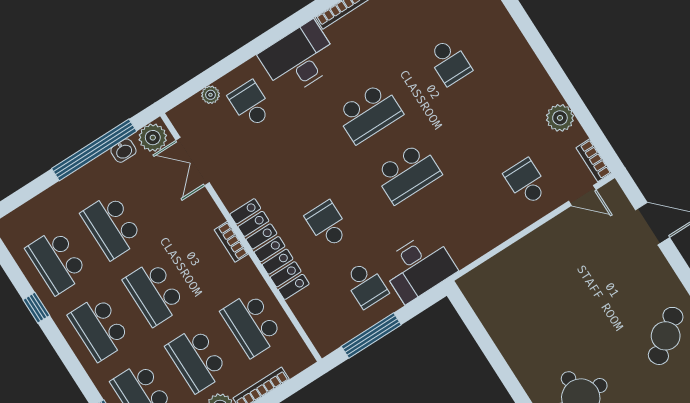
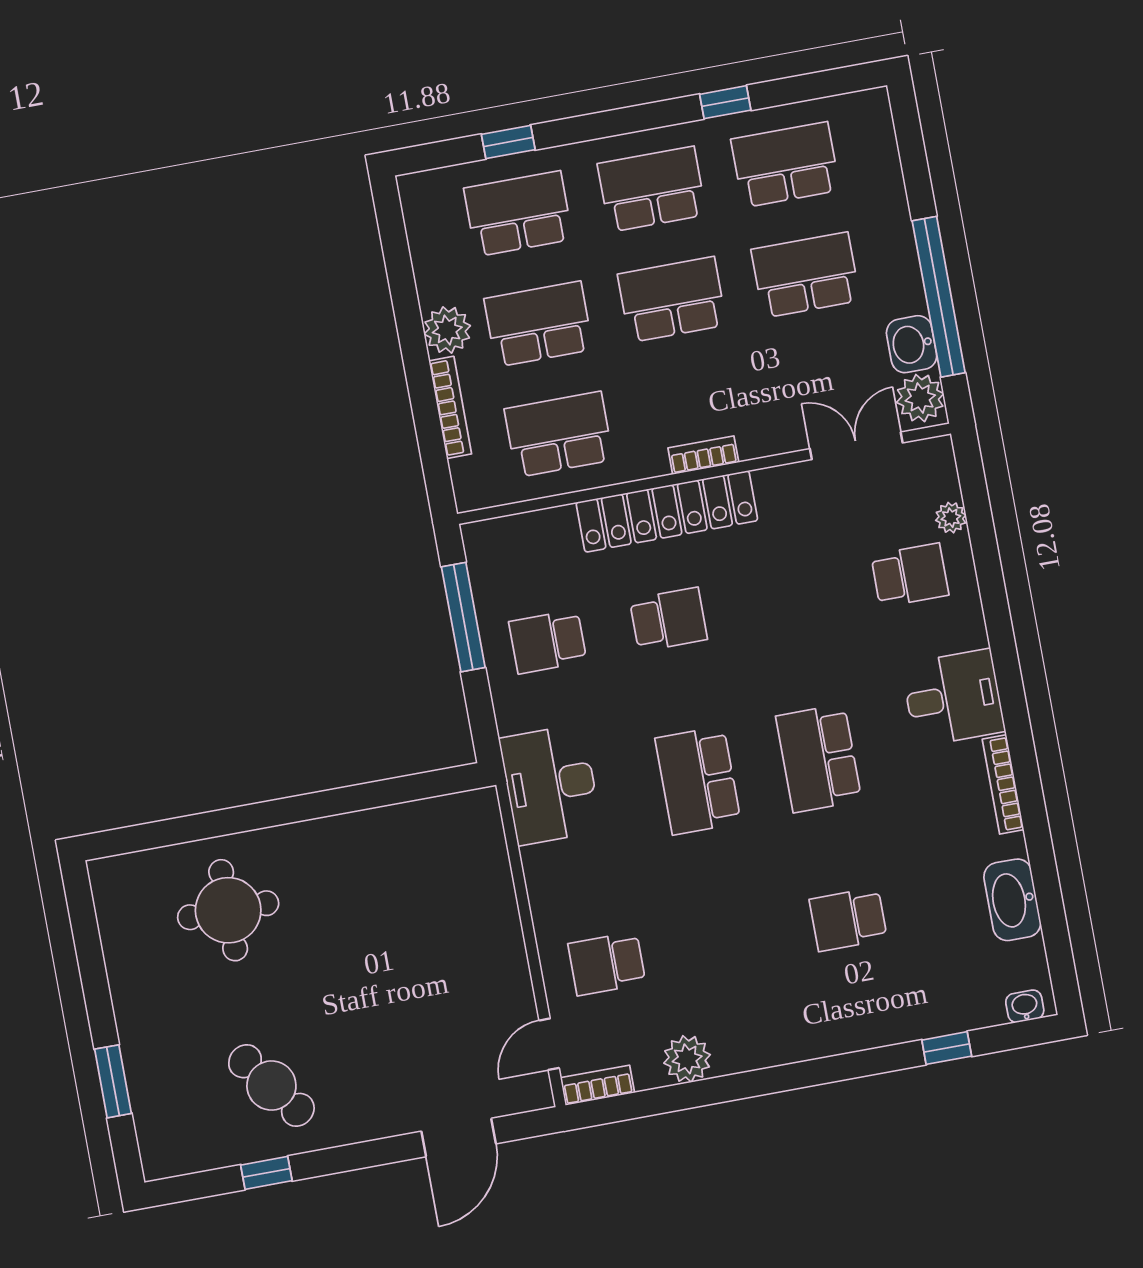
desk: (299, 59) -> (953, 698), width x0.73
washbasin: (123, 151) -> (912, 344), width x1.38, depth x1.45
school desk: (526, 182) -> (607, 964), turned 180
desk: (419, 267) -> (550, 785), moved

